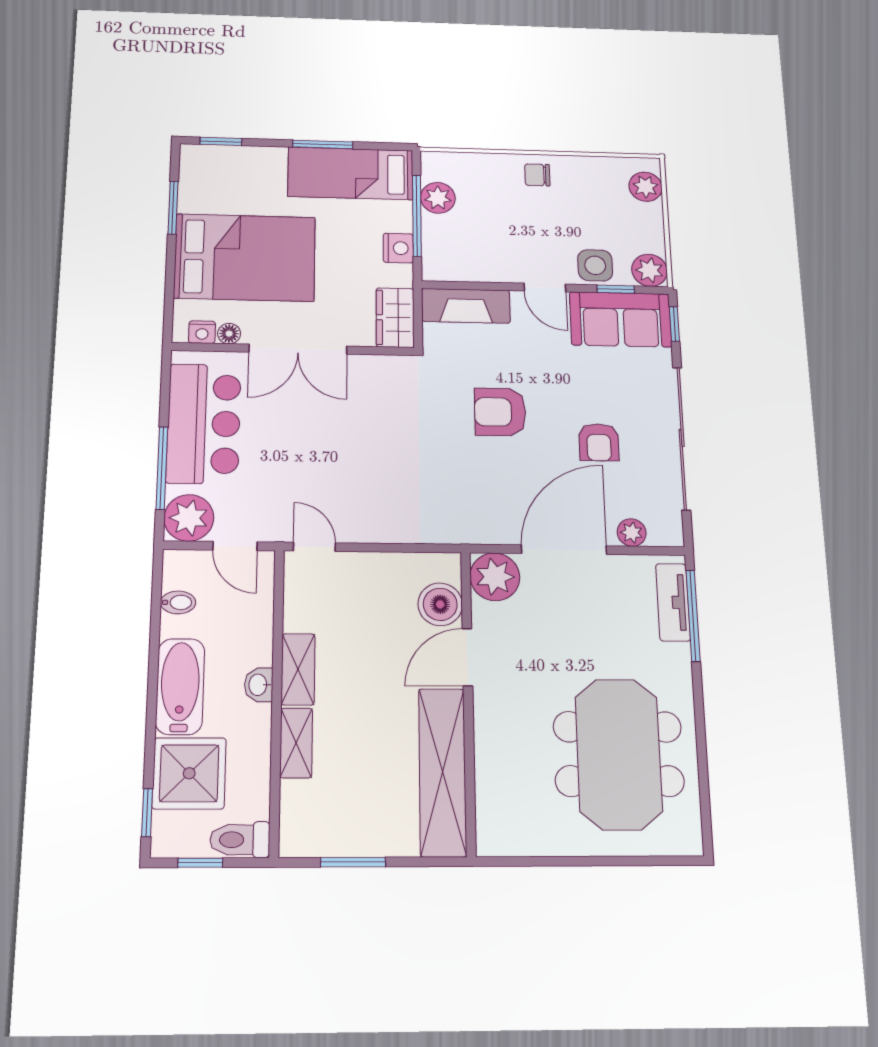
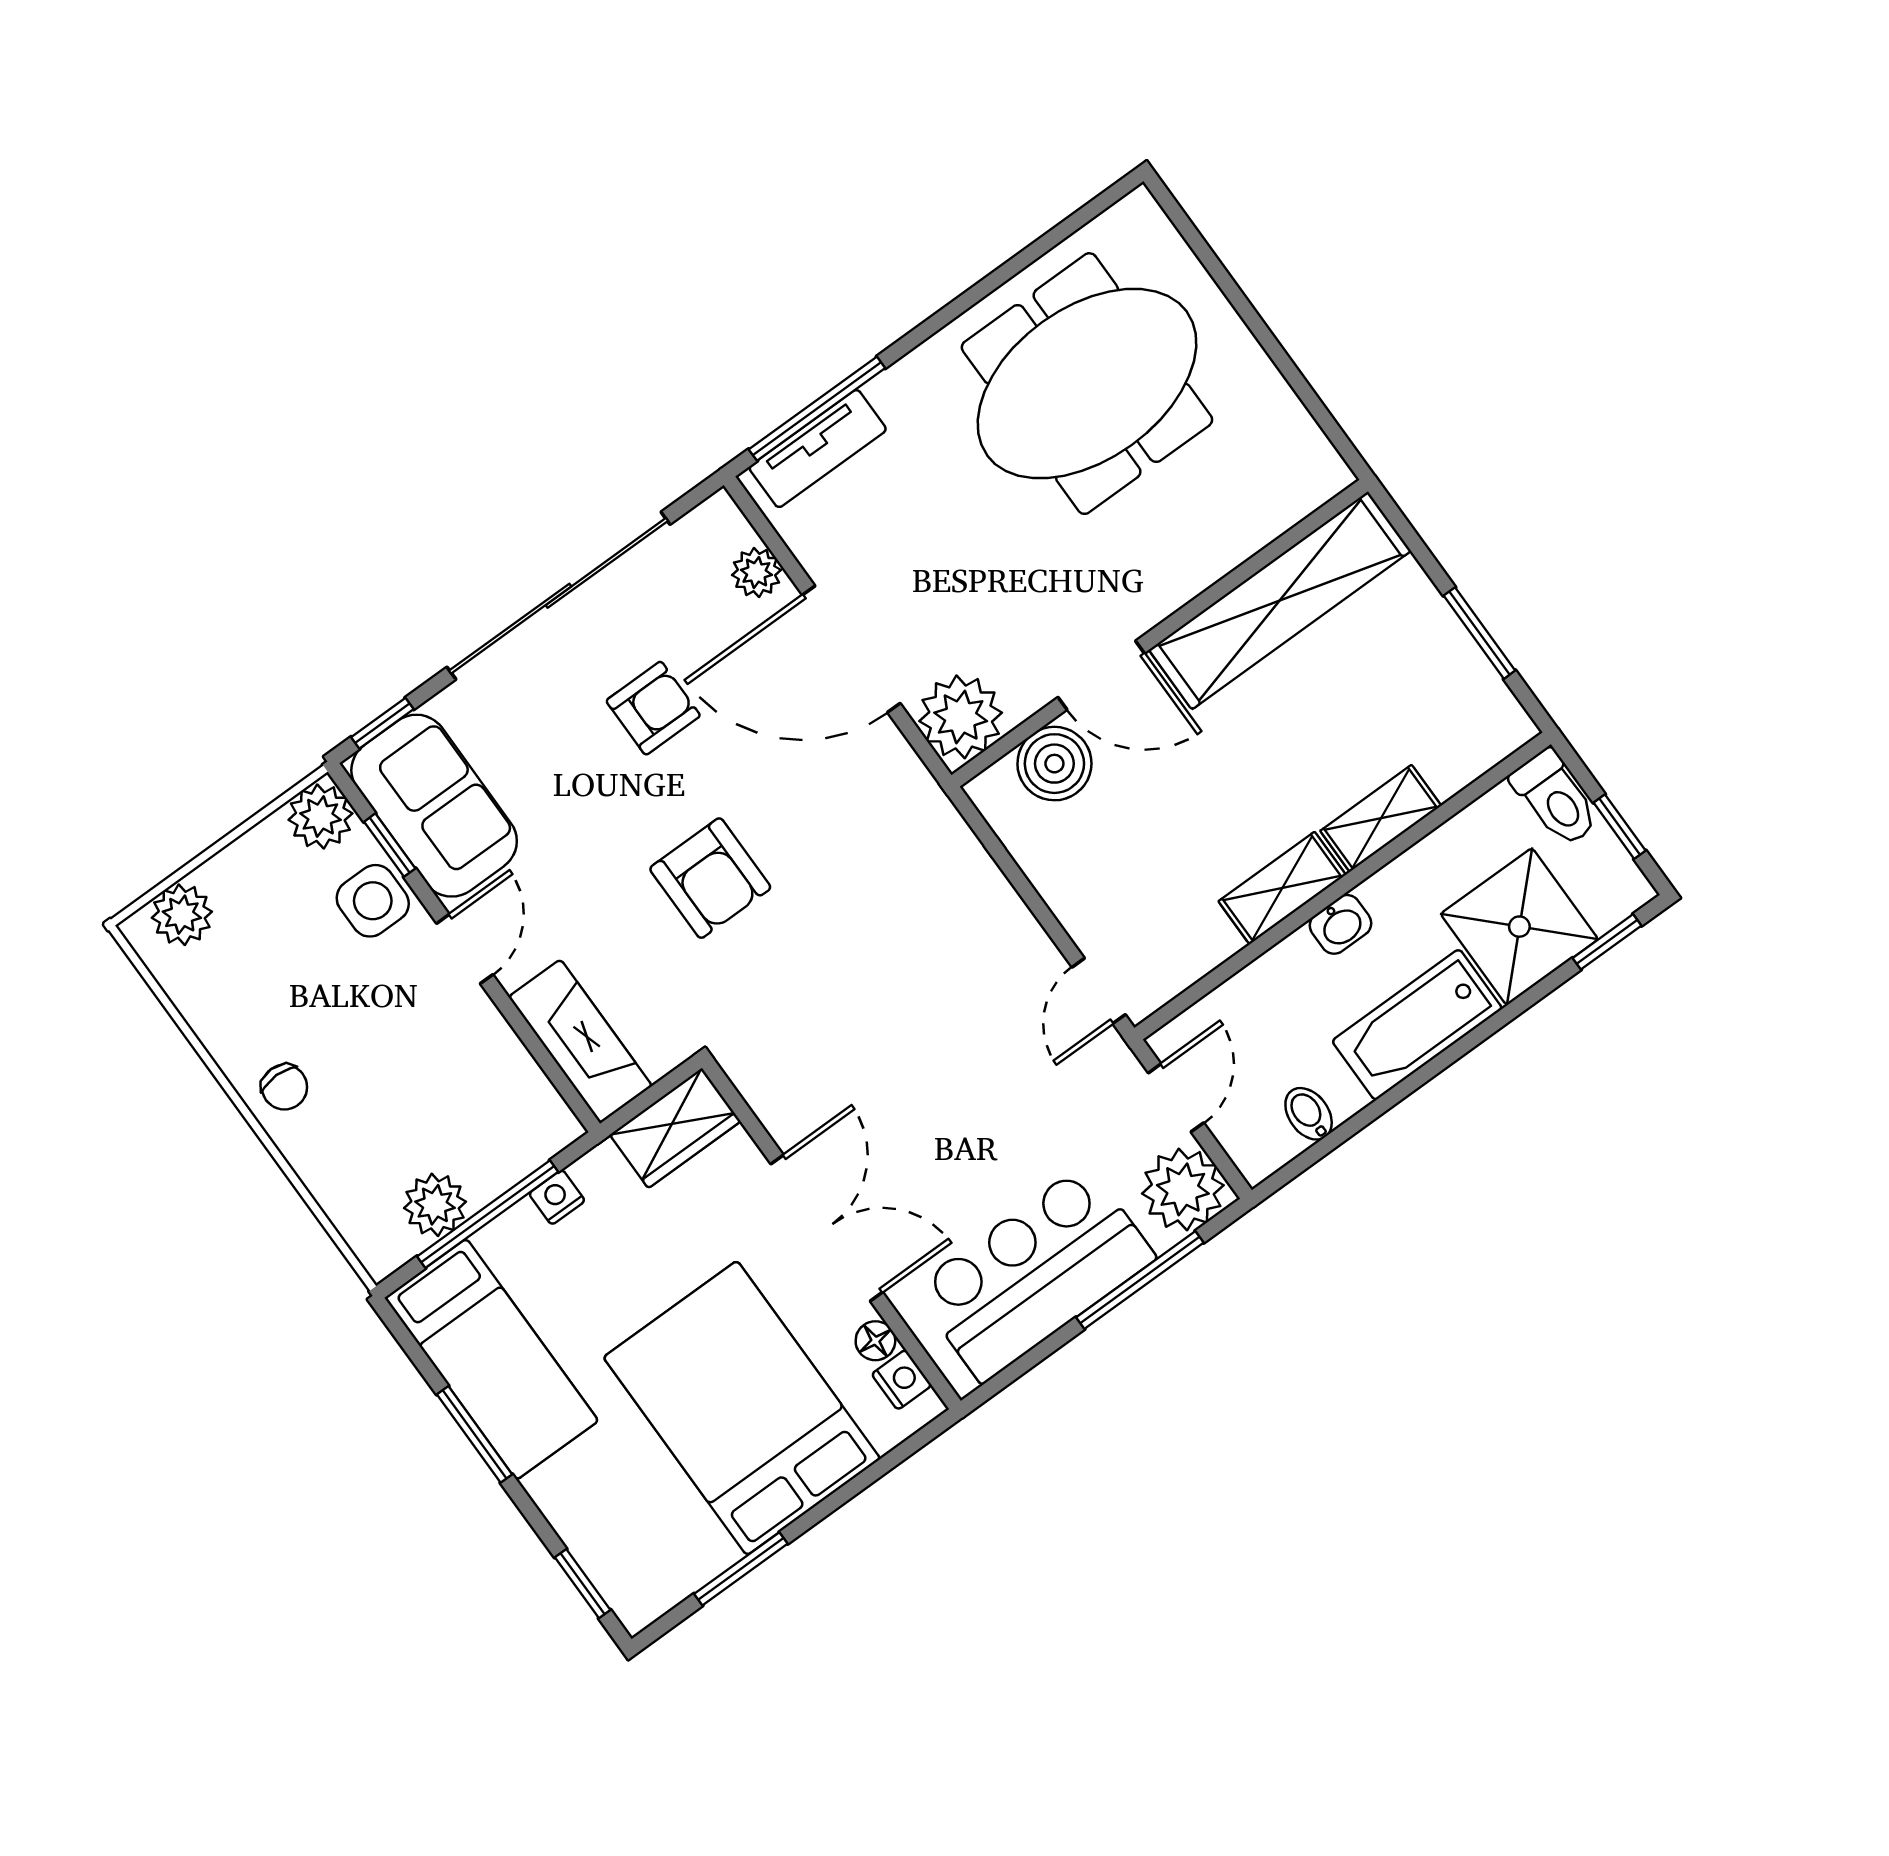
nightstand: (398, 248) -> (557, 1197), width x0.72, depth x0.74

